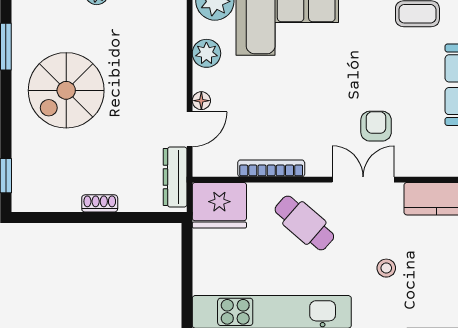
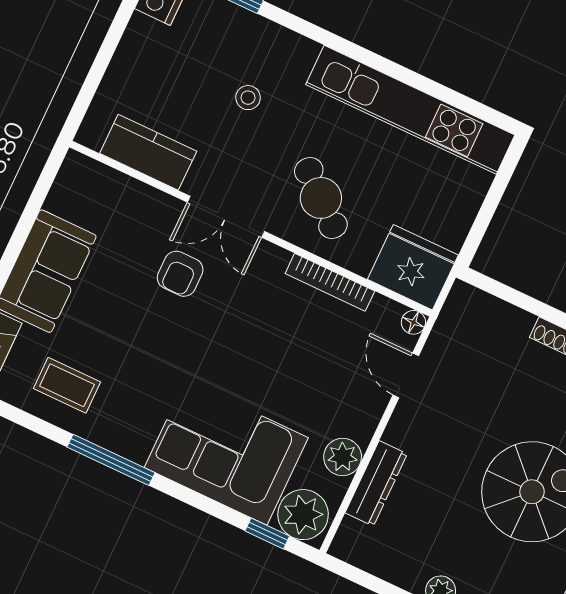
floor lamp: (201, 101) -> (413, 322), moved
door: (190, 129) -> (406, 375), hinge flipped
dresser: (175, 177) -> (376, 483), moved

